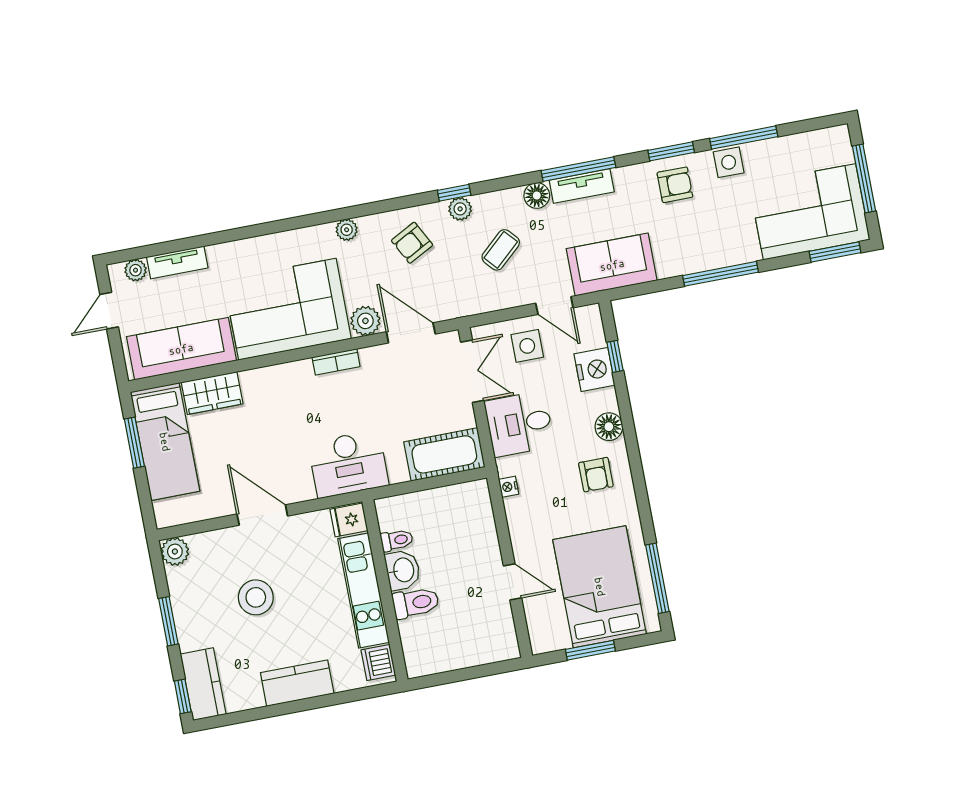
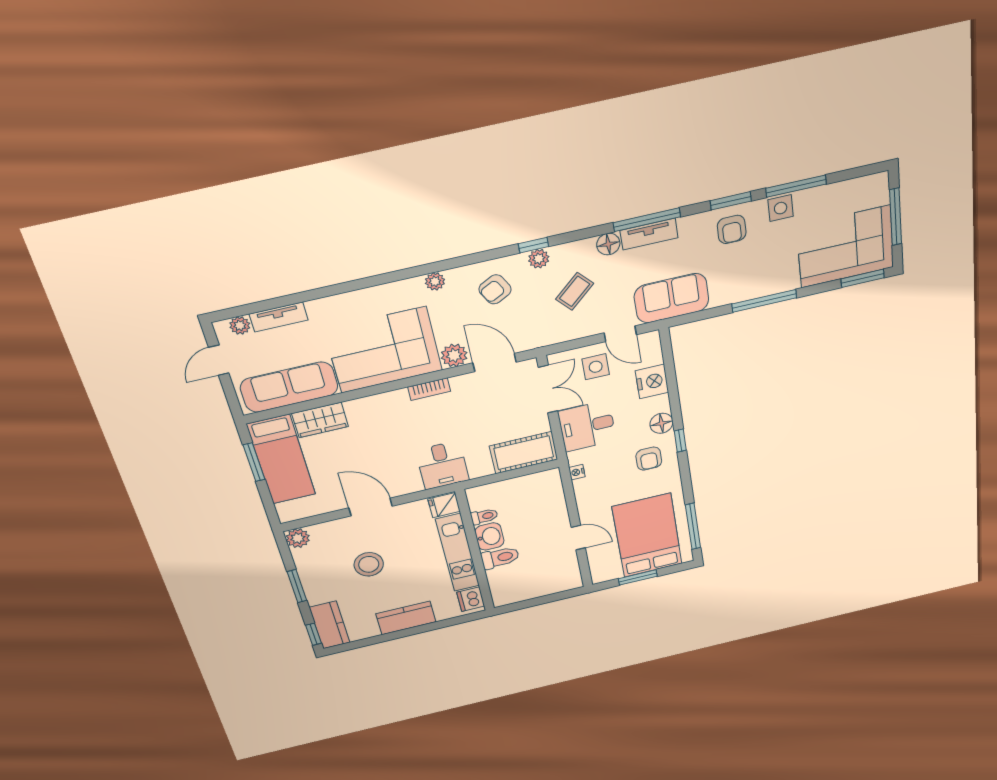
armchair: (675, 185) -> (732, 229), turned 90
window: (615, 356) -> (680, 440), moved
desk: (348, 464) -> (442, 465), width x0.73

